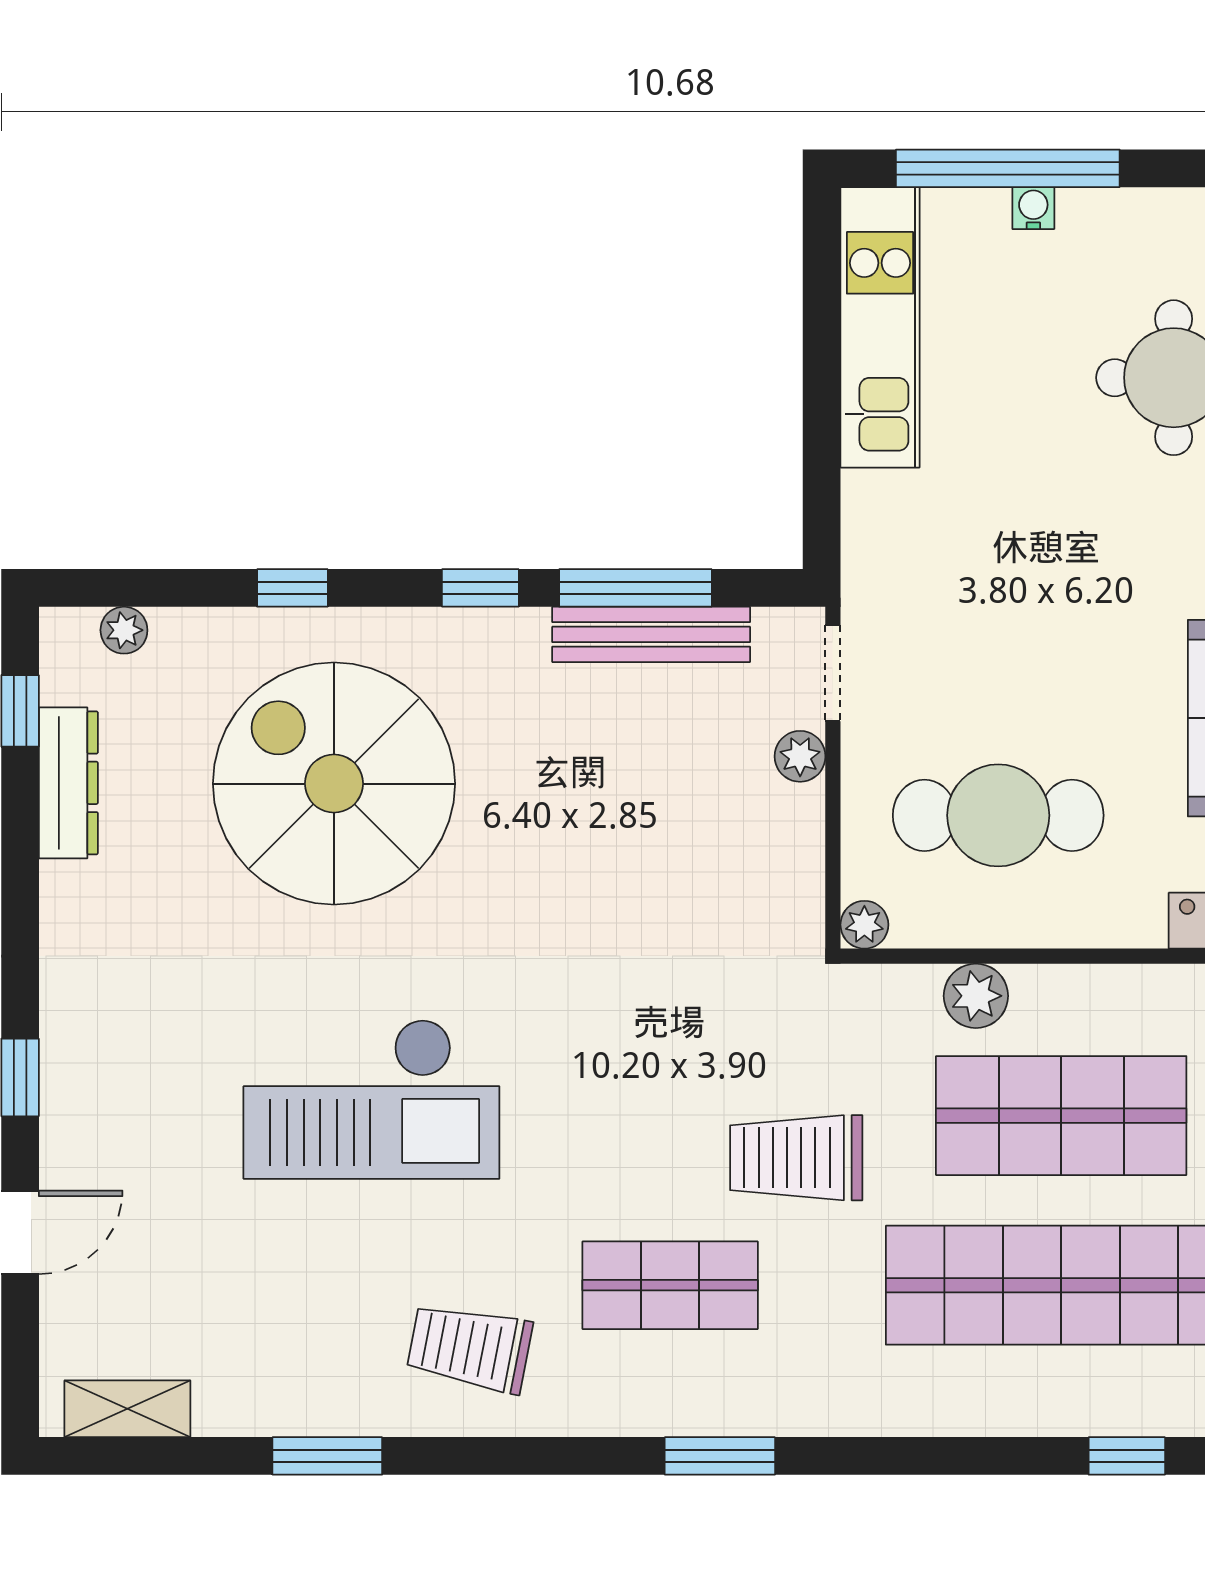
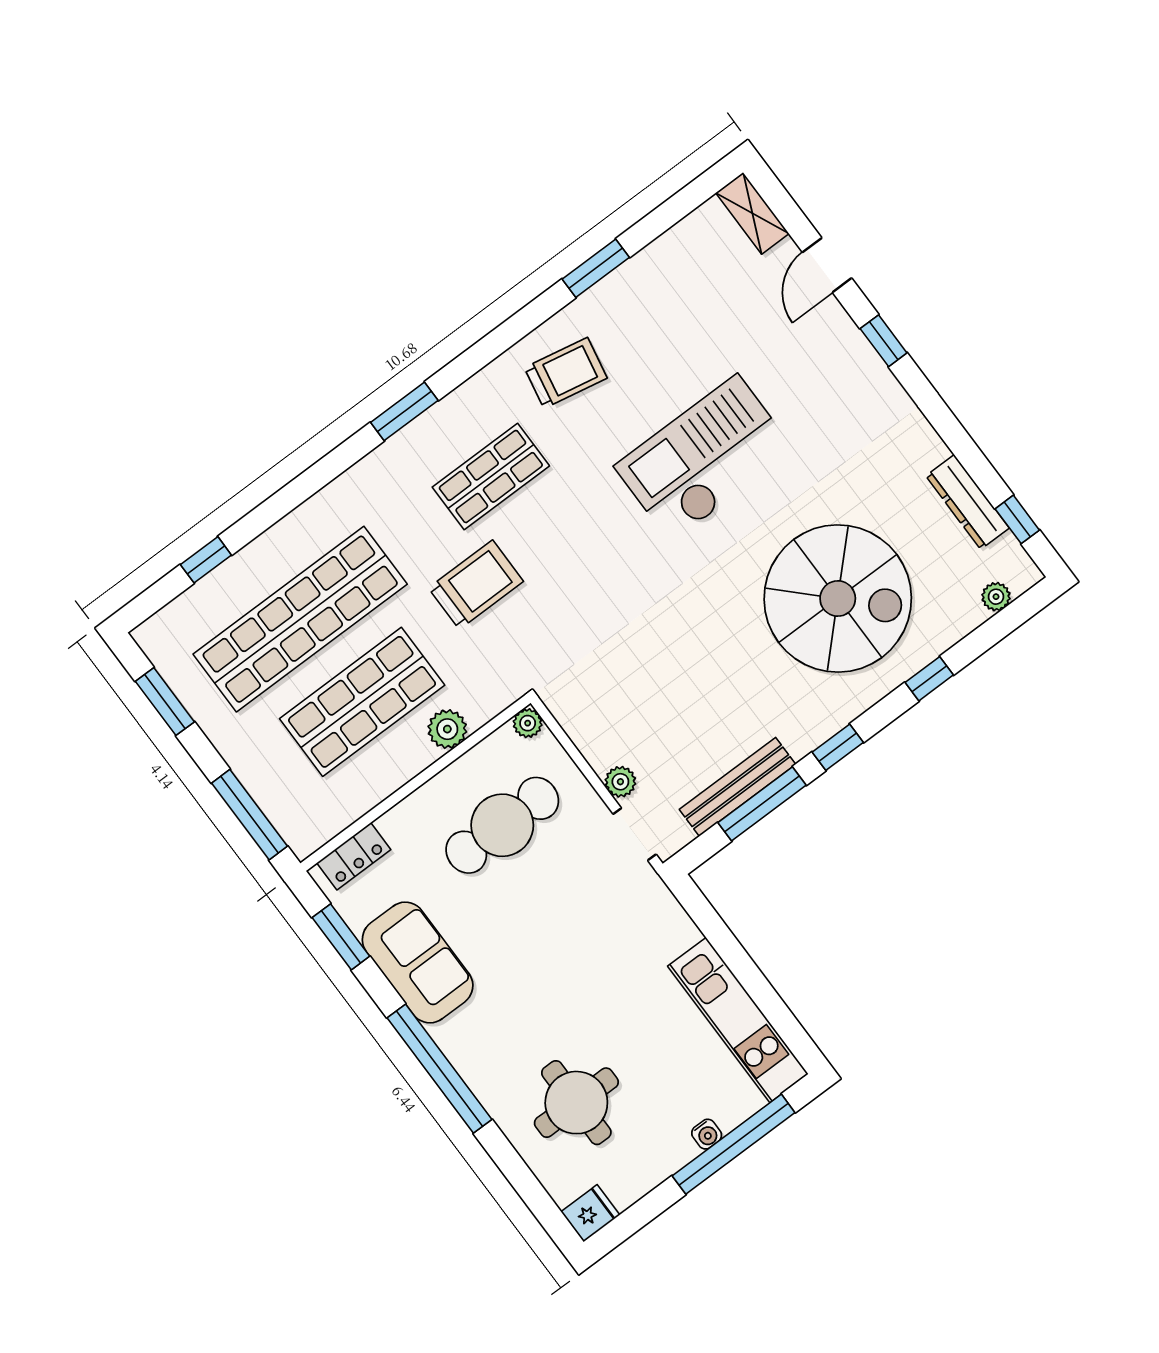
shelving: (127, 1409) -> (752, 213), moved, turned 90

